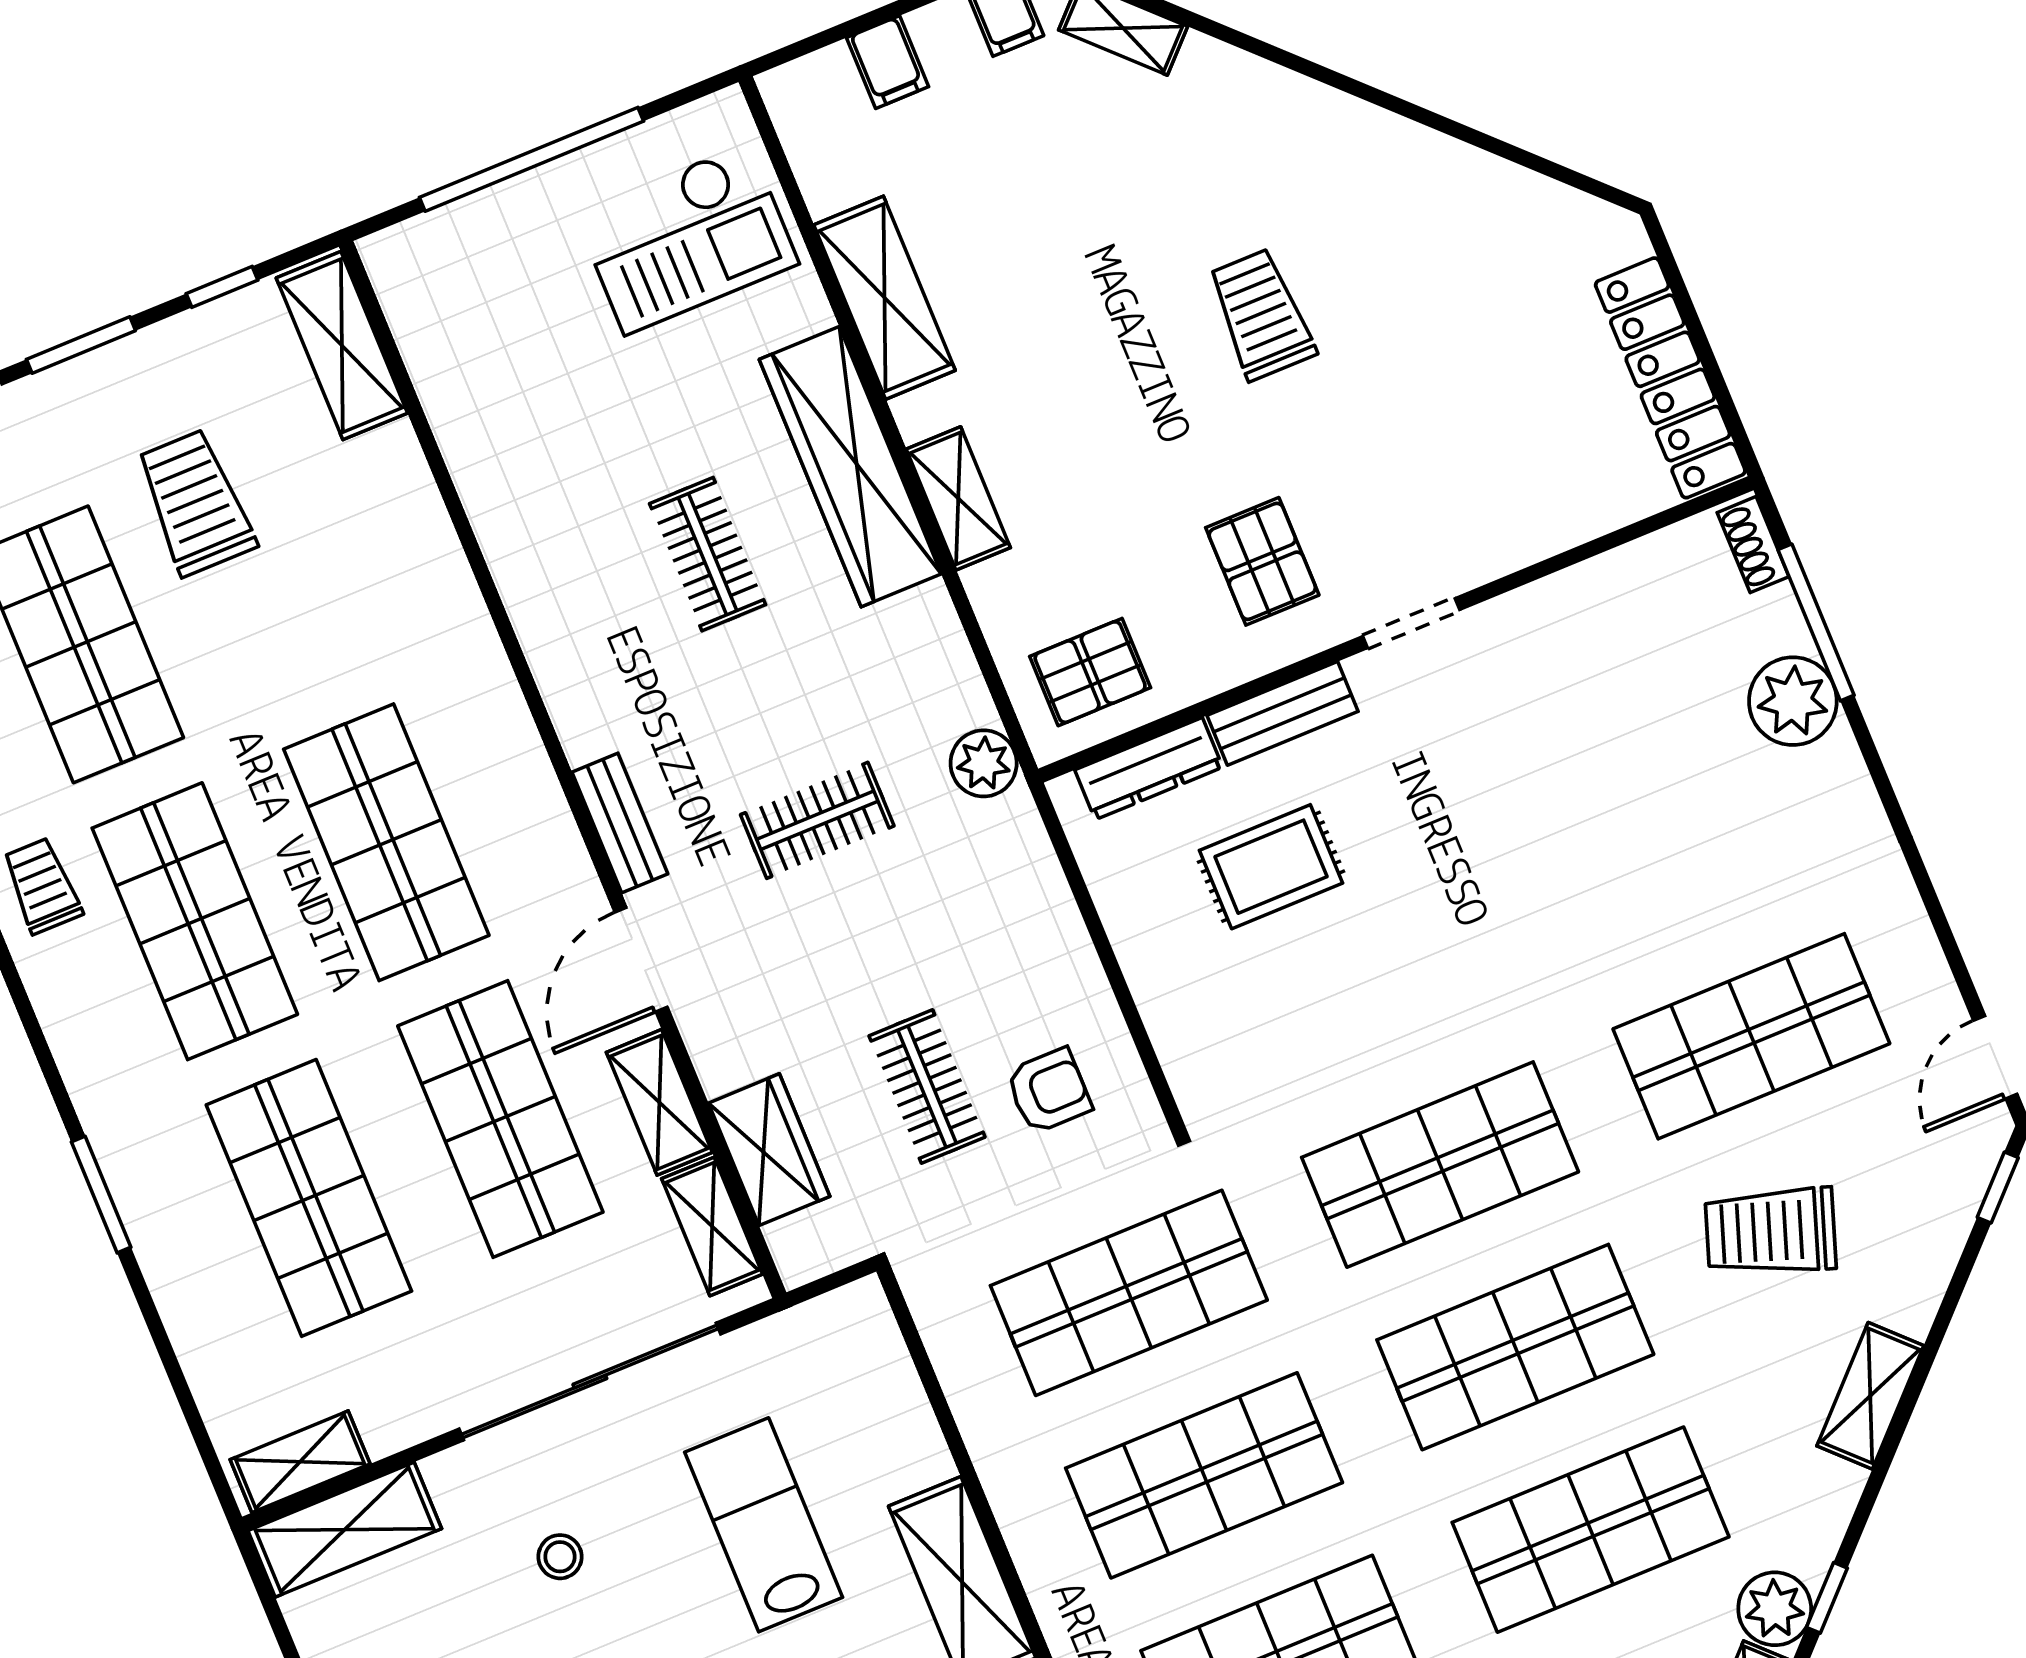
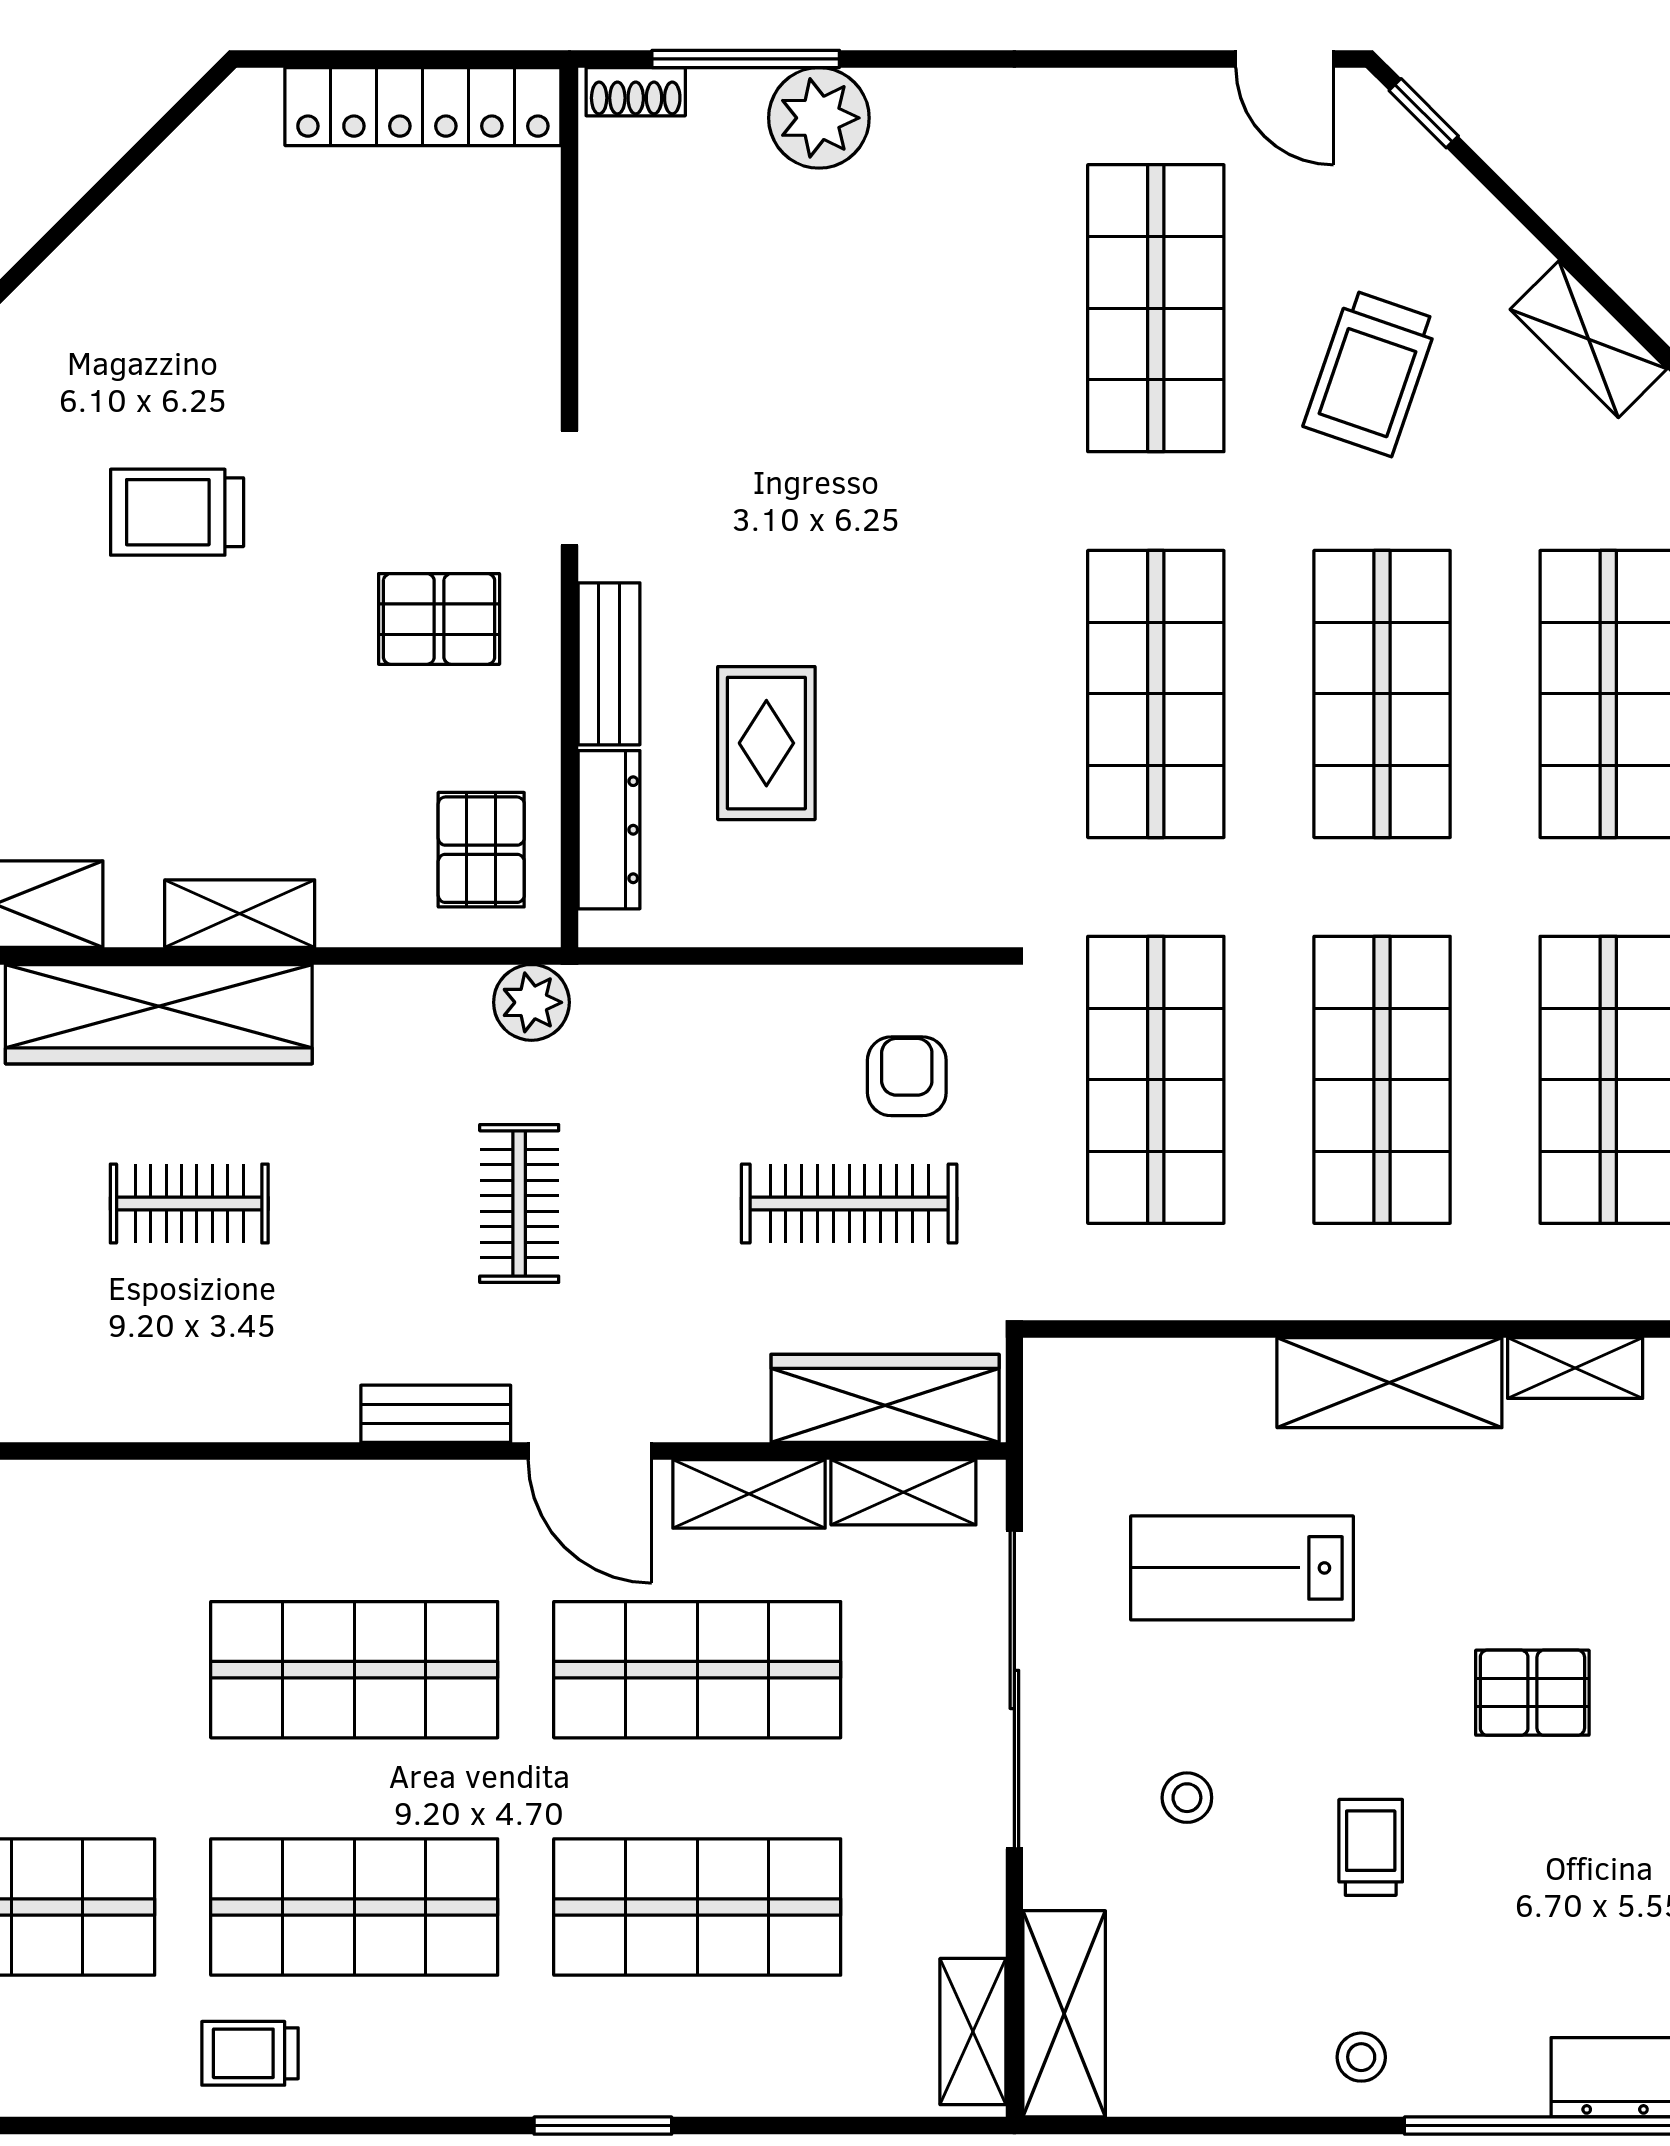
clothes rail: (927, 1087) -> (849, 1203), width x1.36
wardrobe: (769, 1150) -> (885, 1398), width x1.50

